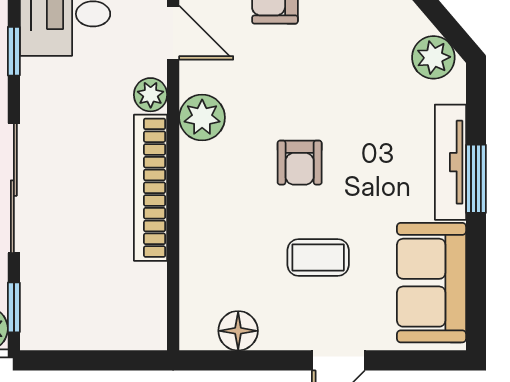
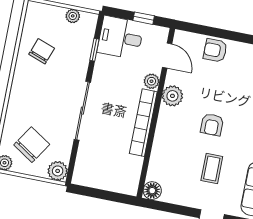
coffee table: (318, 258) -> (212, 168), turned 90
window: (14, 307) -> (72, 164), removed
floor lamp: (238, 331) -> (152, 191), moved

